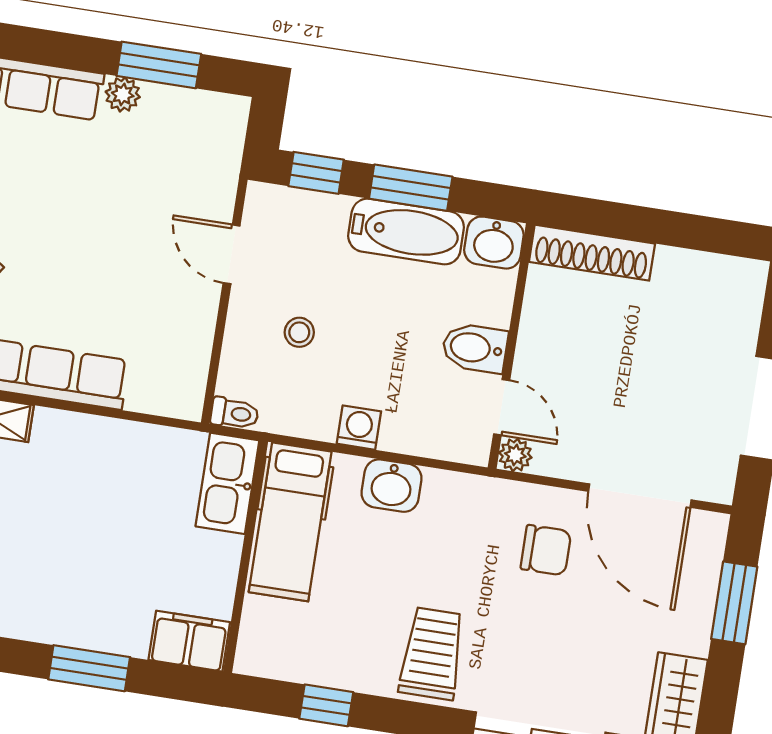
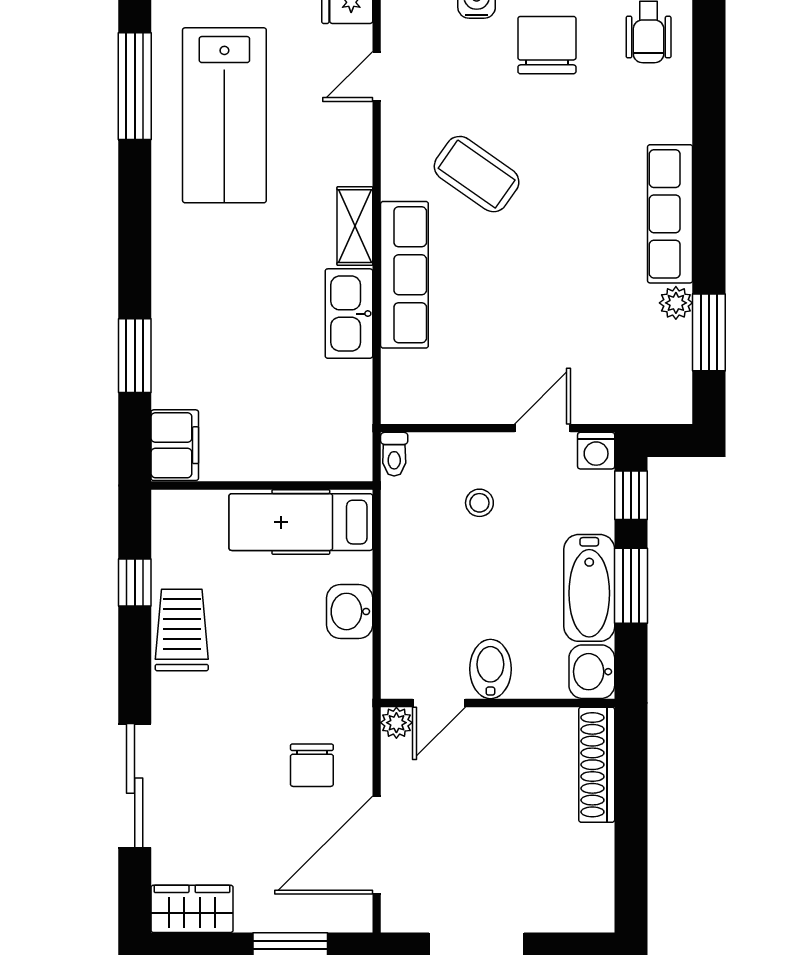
washing machine: (359, 428) -> (596, 451), moved, turned 90
kitchen sink: (227, 483) -> (349, 314), moved, turned -90
trolley: (432, 654) -> (182, 630), moved, turned -90

